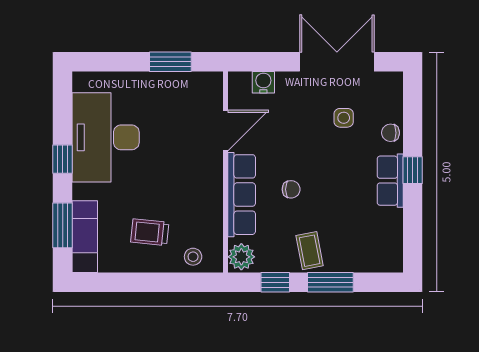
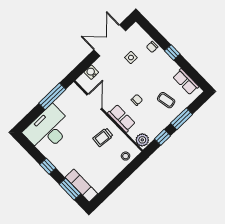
window: (170, 62) -> (52, 96), width x1.44
desk: (106, 137) -> (48, 129), moved, turned 90
row of seats: (390, 181) -> (186, 82), moved
row of seats: (242, 195) -> (121, 118), width x0.68
trolley: (150, 232) -> (103, 137), moved
coffee table: (310, 251) -> (166, 100), moved

